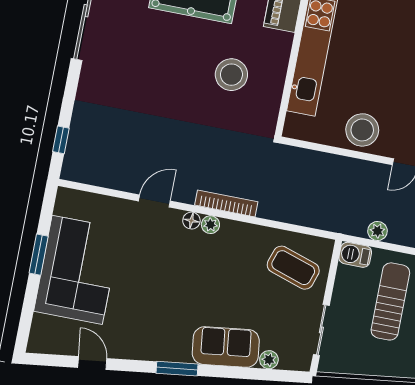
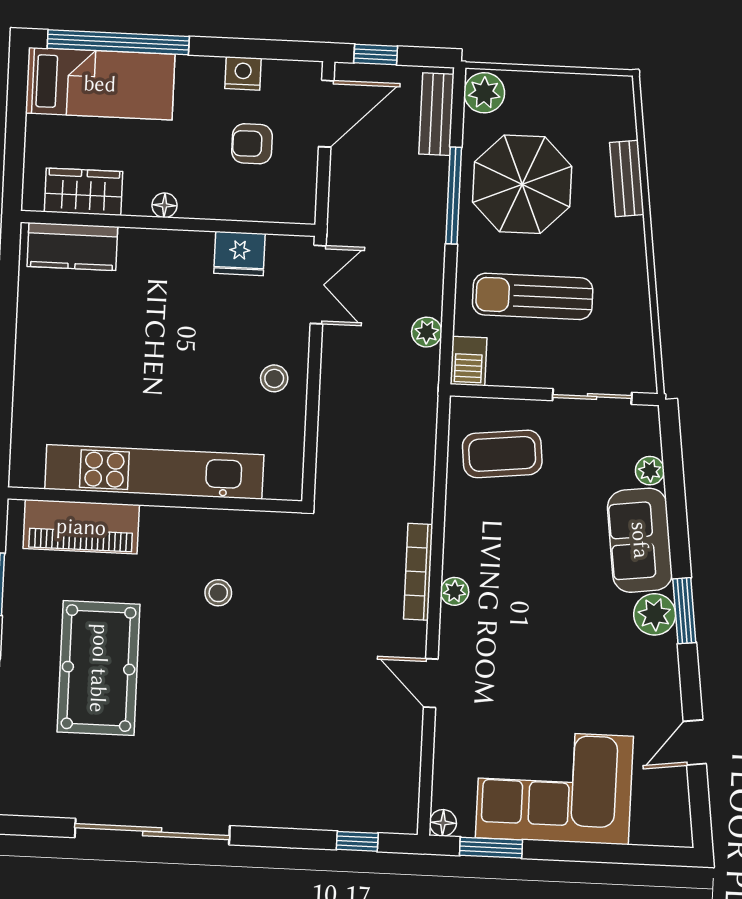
stool: (231, 75) -> (218, 593), width x0.53, depth x0.53
stool: (362, 130) -> (274, 378), width x0.53, depth x0.53
floor lamp: (191, 221) -> (443, 823), moved
window: (39, 255) -> (491, 848), moved
coffee table: (293, 268) -> (502, 454), turned 66
plant: (177, 349) -> (655, 614), added

